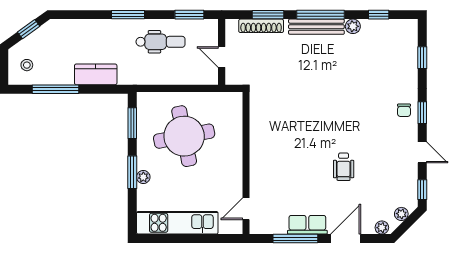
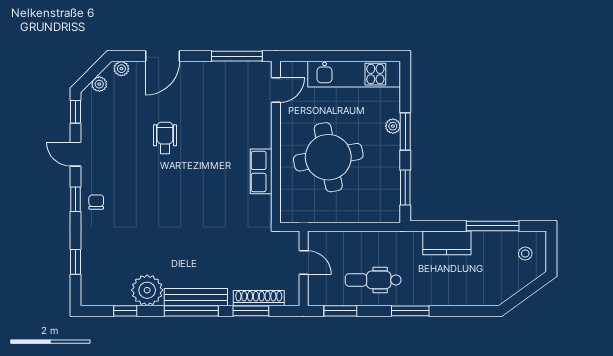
plant: (353, 26) -> (147, 290), width x1.88, depth x1.88
window: (29, 29) -> (523, 294), removed
round table: (184, 136) -> (328, 157), moved
row of seats: (307, 225) -> (261, 171), moved, turned 90
window: (295, 239) -> (237, 56), moved

